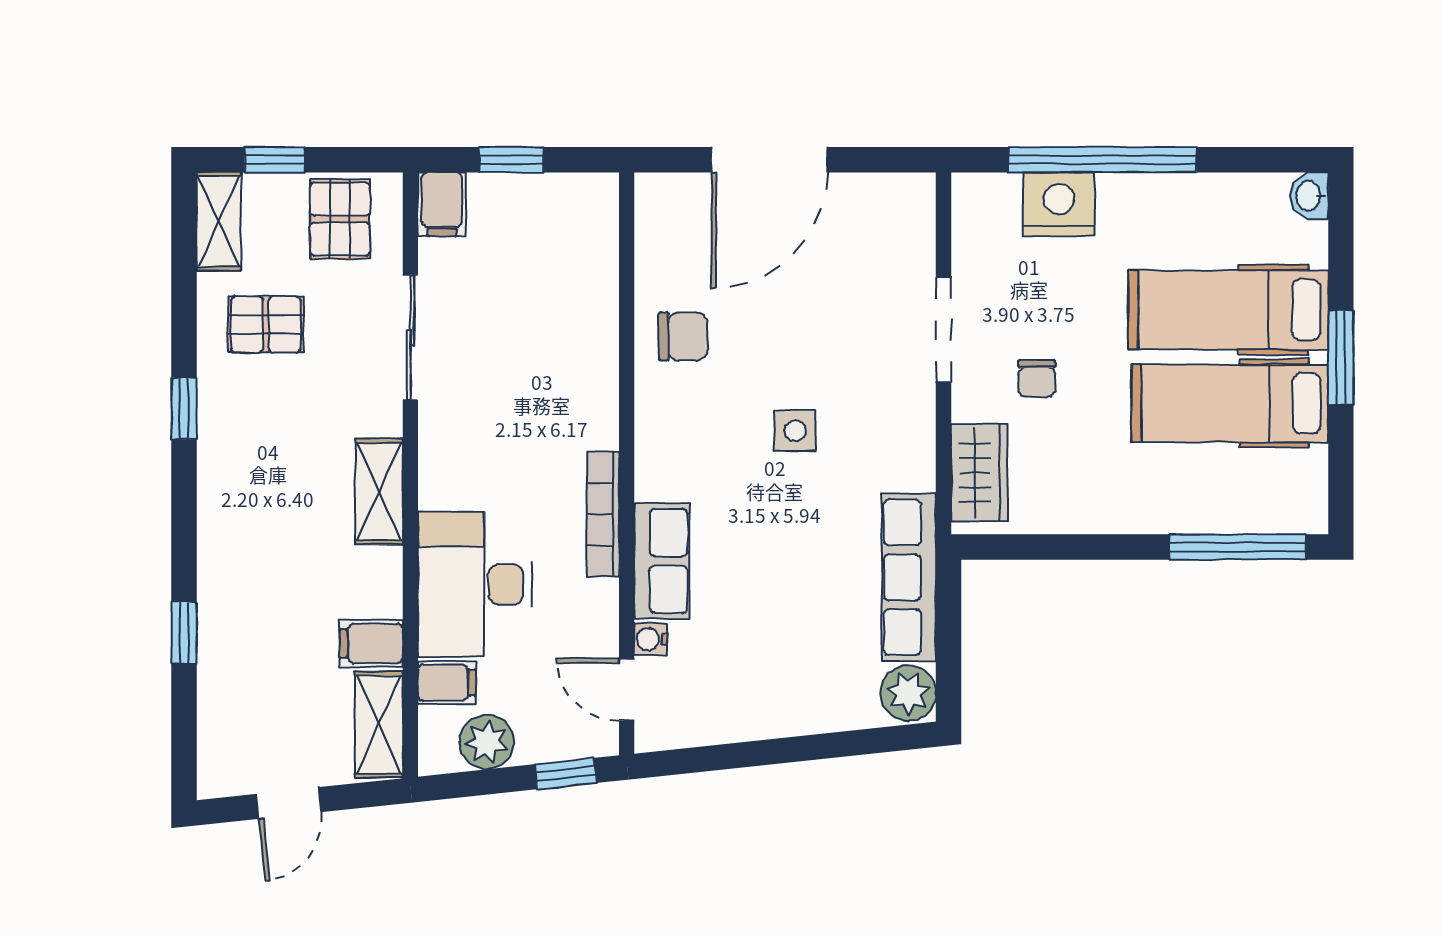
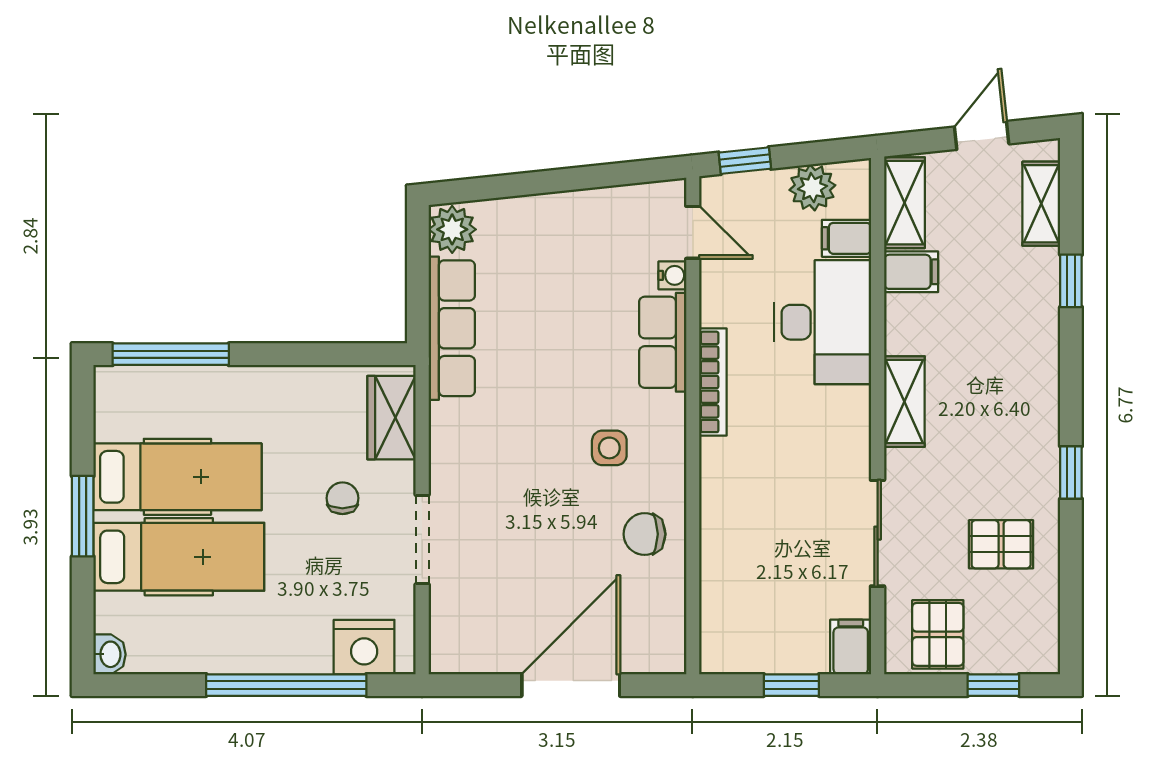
nightstand: (1059, 204) -> (364, 647), moved
shelving: (219, 221) -> (1041, 204), moved
side table: (795, 431) -> (609, 448), moved

